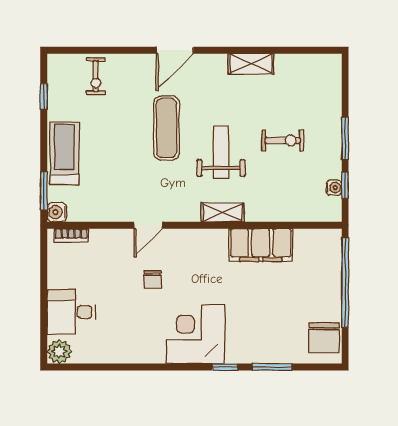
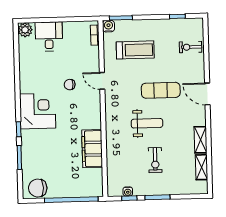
treadmill: (64, 153) -> (135, 50), moved
shelving: (223, 212) -> (202, 167), moved

